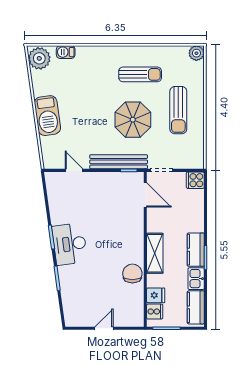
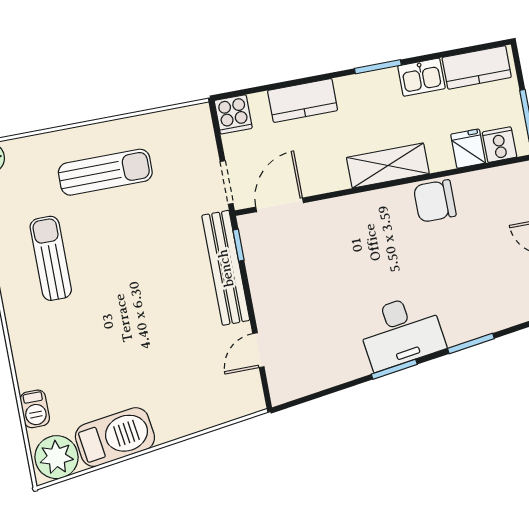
barbecue: (47, 116) -> (115, 437), moved
parasol: (133, 120) -> (140, 256), removed
kitchen counter: (196, 250) -> (303, 100), moved

